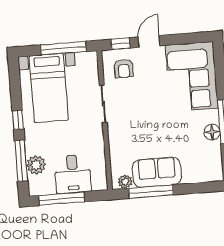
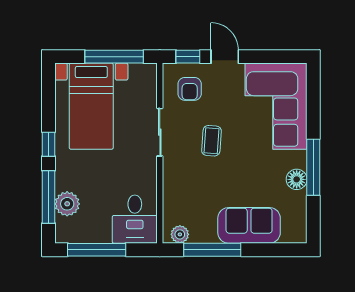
door: (149, 41) -> (225, 57), hinge flipped
coffee table: (144, 107) -> (211, 141), added
sofa: (157, 172) -> (249, 225), moved
desk: (73, 174) -> (135, 219), moved

